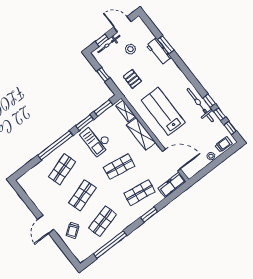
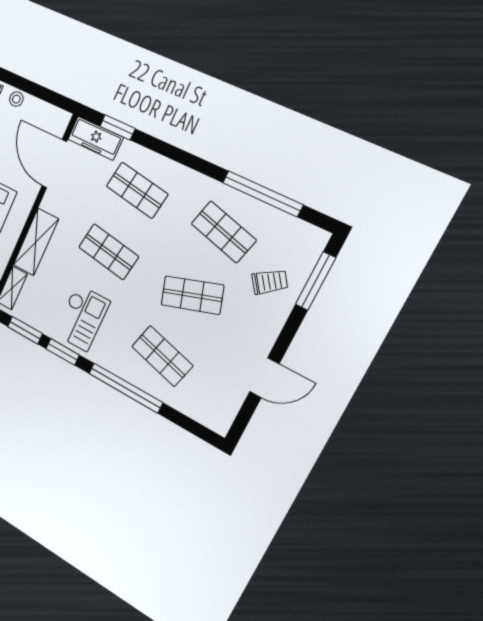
shop shelf: (62, 169) -> (162, 356), turned 33
window: (149, 214) -> (117, 127), moved
shop shelf: (103, 221) -> (224, 232), turned 30
door: (46, 224) -> (264, 378), moved
window: (64, 248) -> (316, 281), added

